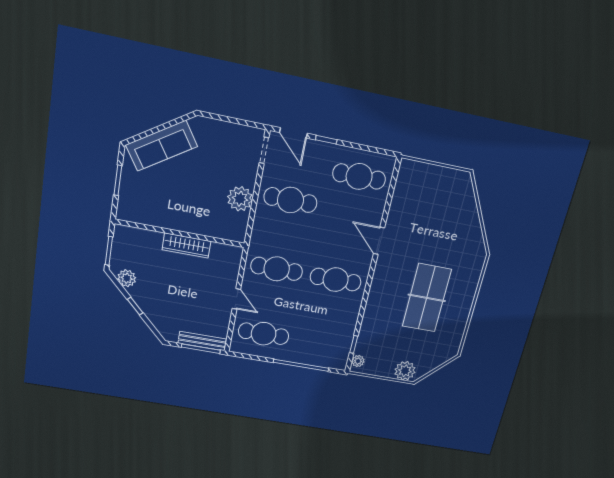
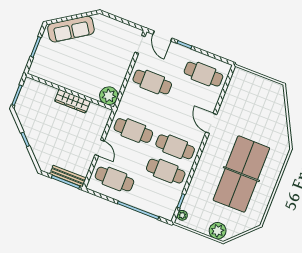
plant: (240, 199) -> (109, 96), moved
plant: (127, 278) -> (24, 117), removed
table tennis table: (427, 298) -> (241, 174), width x1.36, depth x1.32
cafe table: (328, 312) -> (166, 171), added

